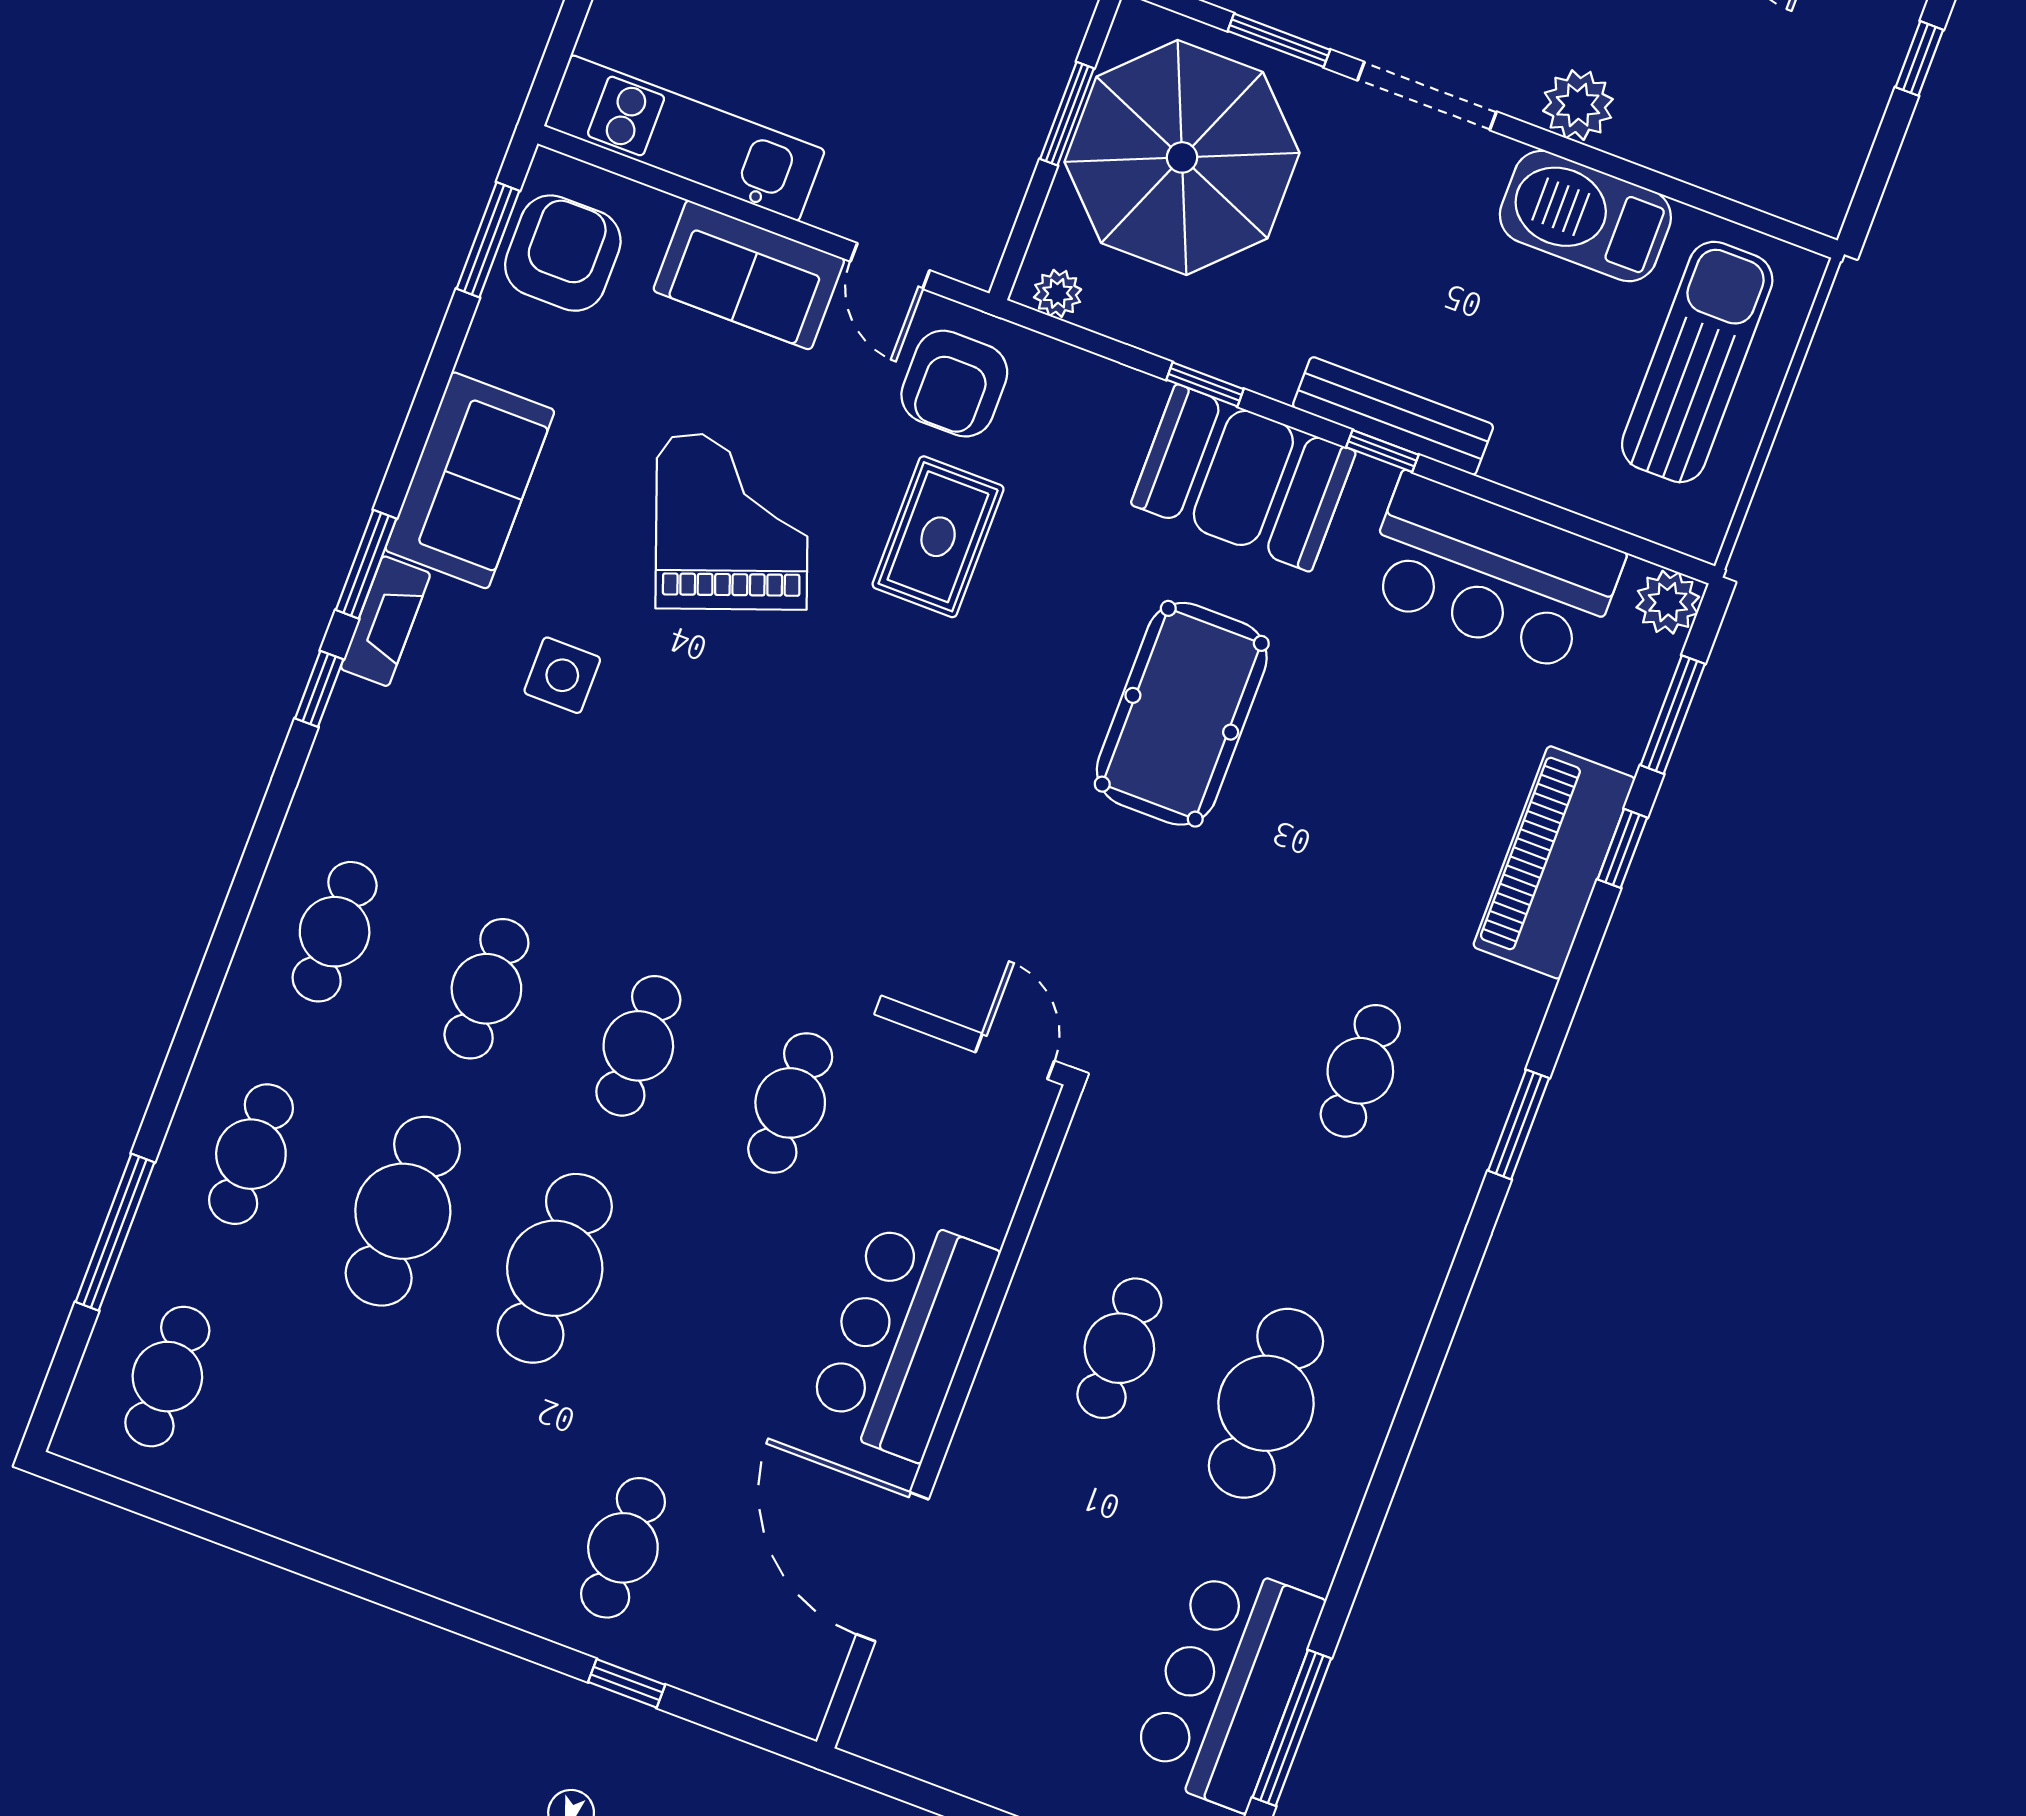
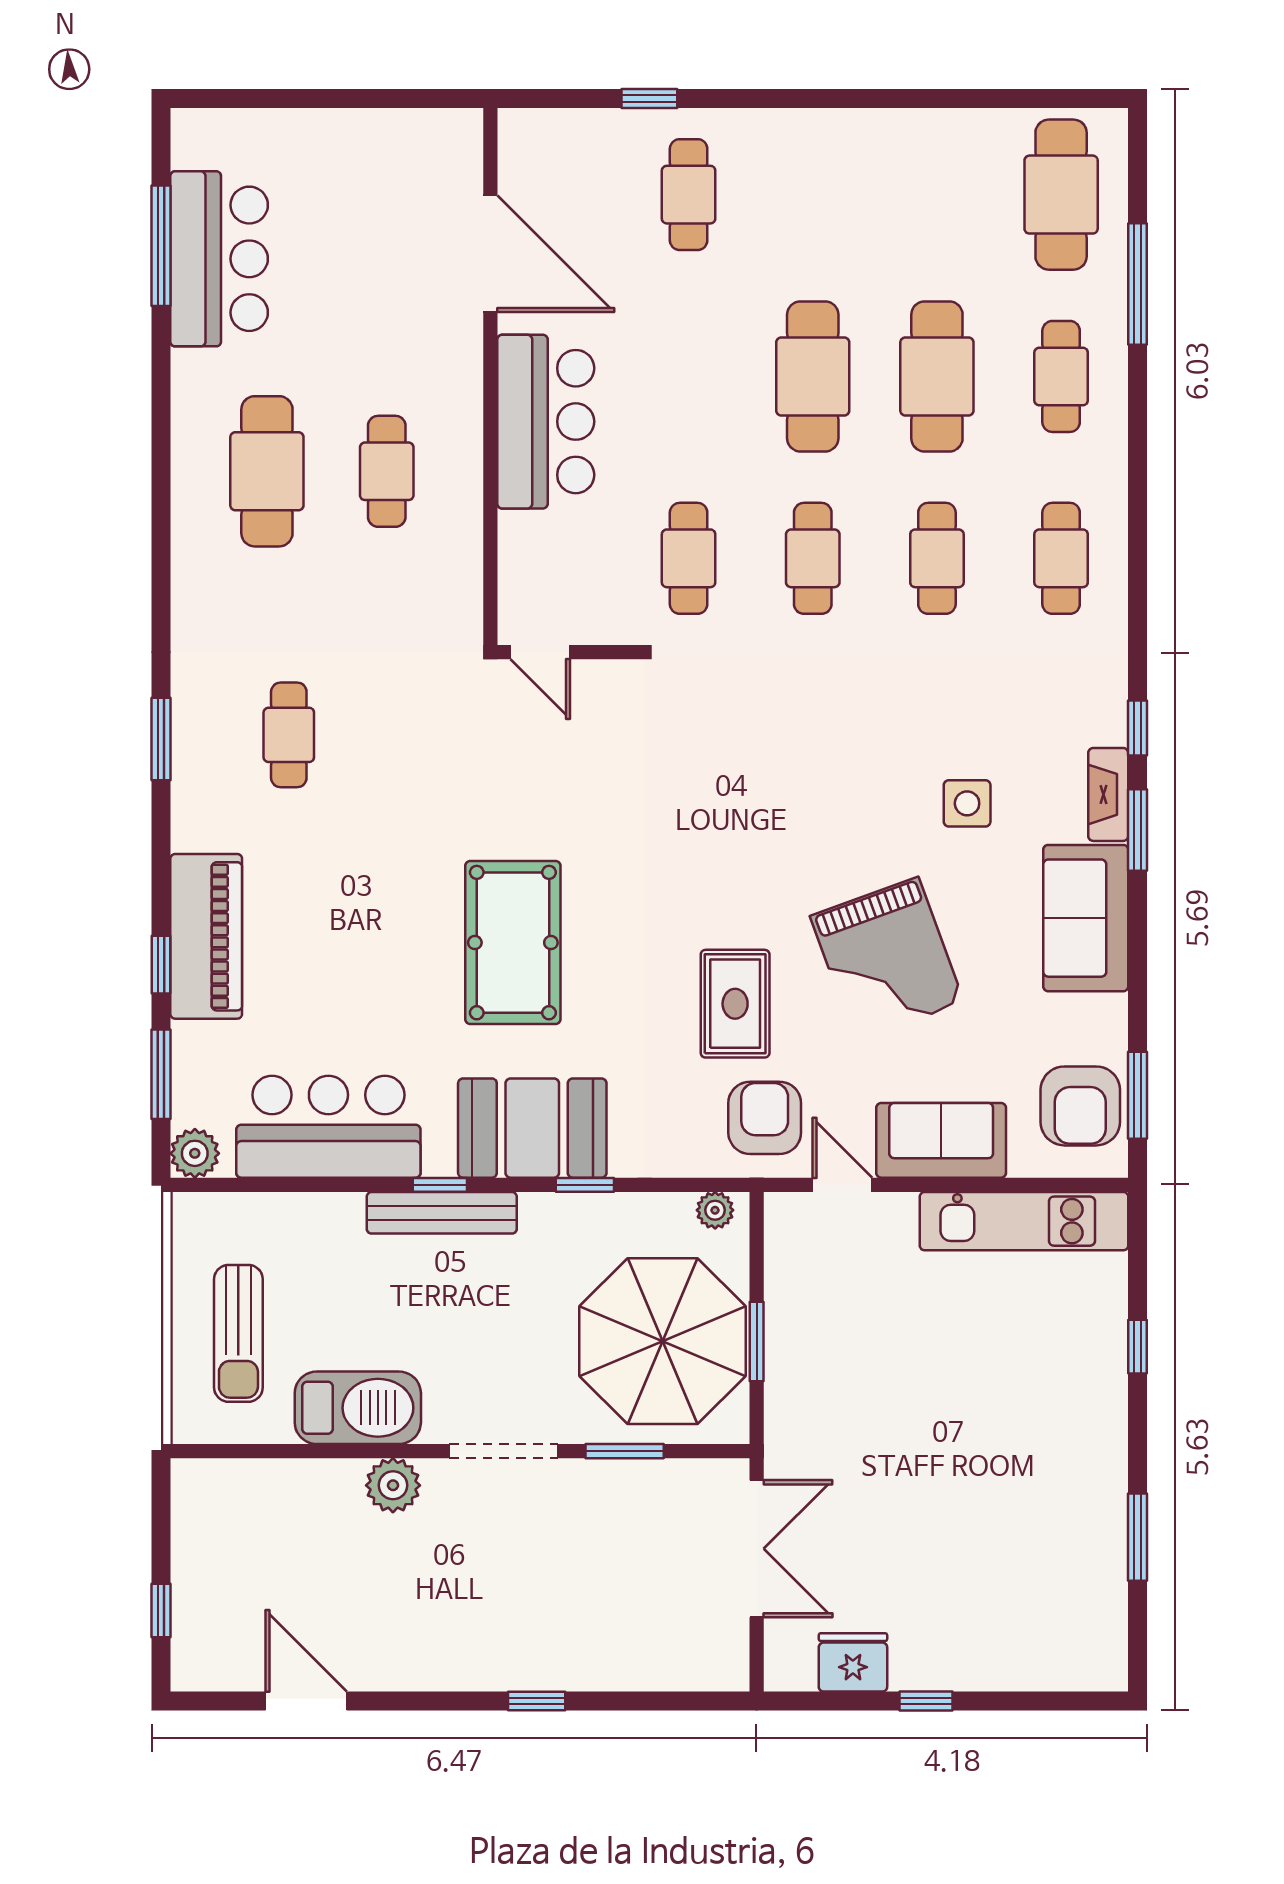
sun lounger: (1697, 362) -> (238, 1333), width x0.73, depth x0.75
cafe table: (167, 1377) -> (1061, 195), width x1.37, depth x1.35

